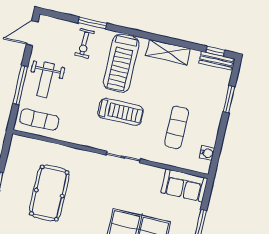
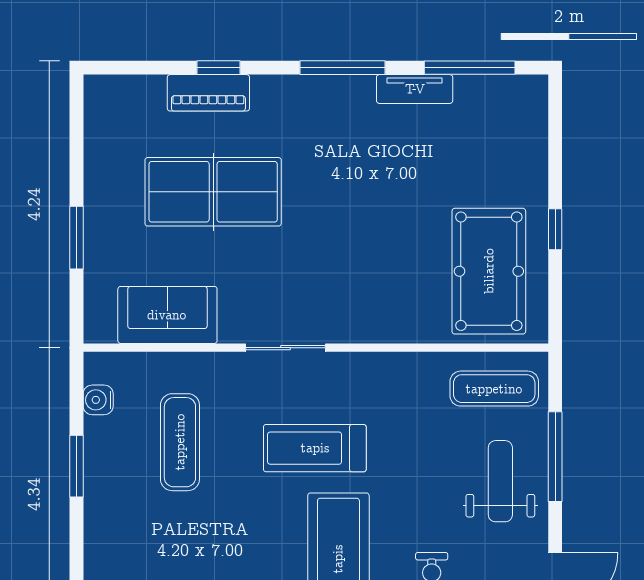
window: (229, 99) -> (77, 466), moved
sofa: (184, 185) -> (167, 315), moved
pool table: (49, 193) -> (489, 271), moved

